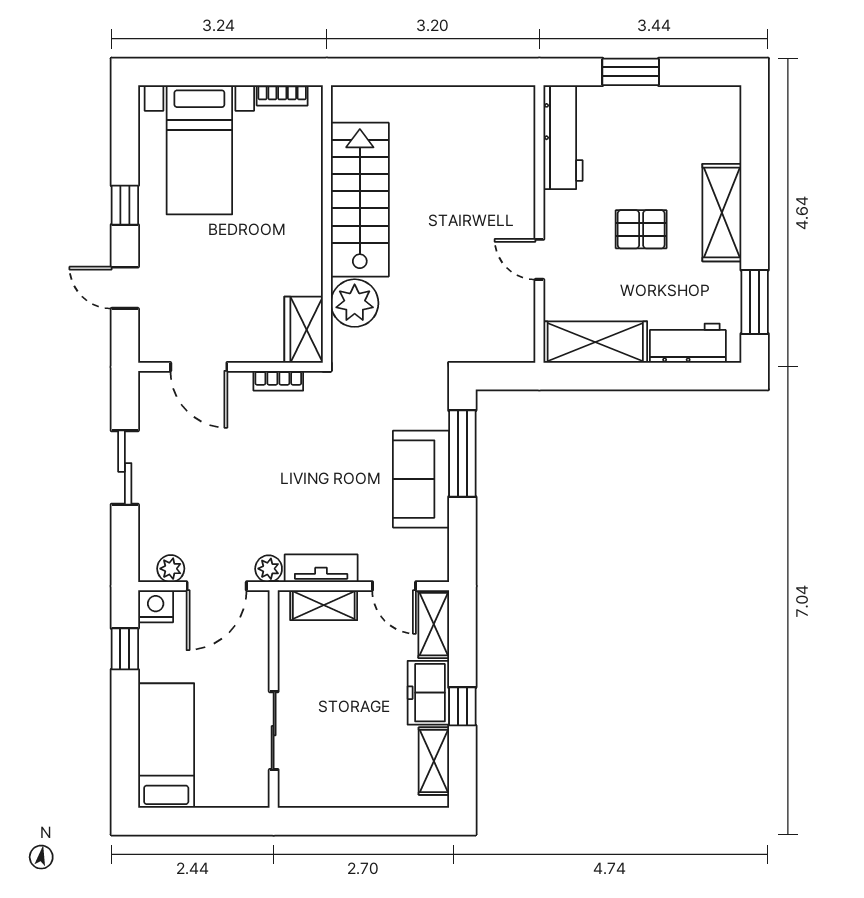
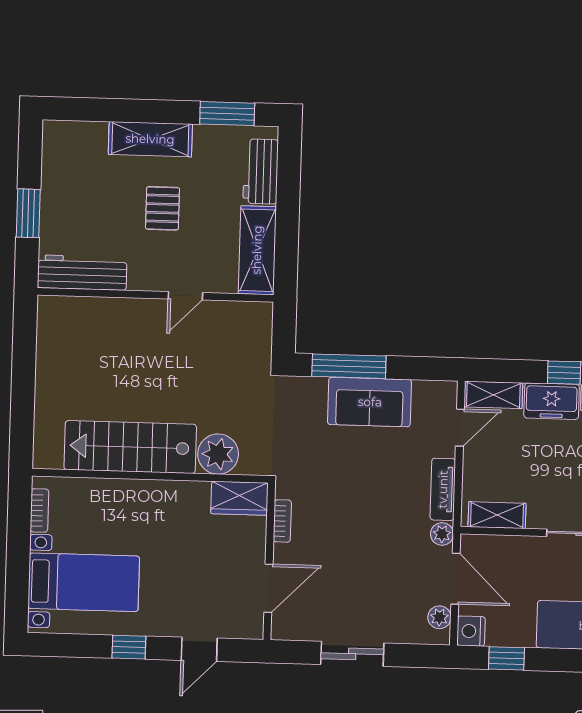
shelving: (324, 605) -> (497, 515), moved, turned 90

